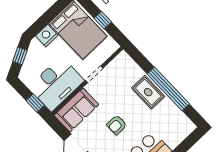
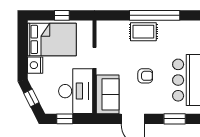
window: (35, 103) -> (65, 119), moved
armchair: (117, 125) -> (145, 76), turned -90

